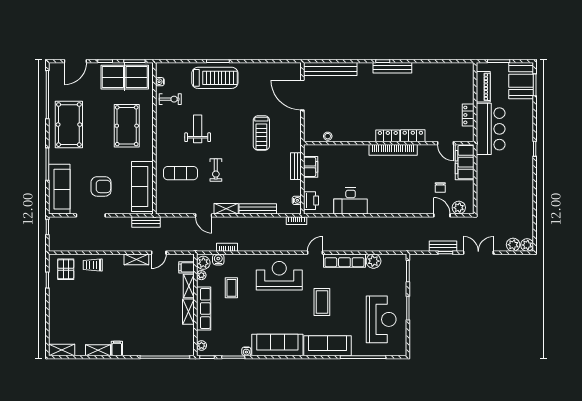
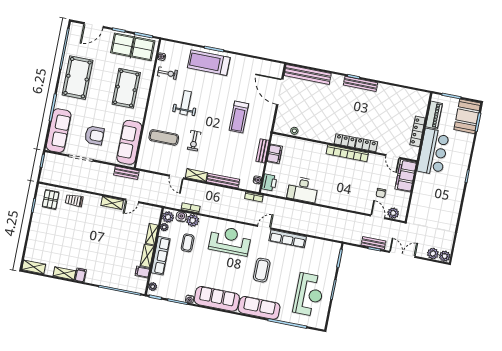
treadmill: (215, 78) -> (209, 63), turned 180
locker: (468, 115) -> (418, 131), width x1.53
plant: (374, 261) -> (193, 220), moved
filing cabinet: (187, 267) -> (142, 272), moved

